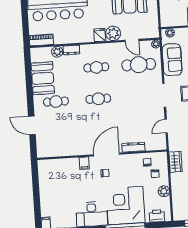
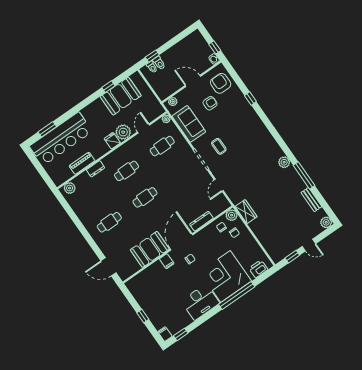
piano: (41, 40) -> (82, 163), moved
door: (132, 40) -> (143, 128), swing flipped
plant: (57, 52) -> (70, 188), moved
cafe table: (139, 65) -> (162, 146), width x0.73, depth x0.74
booth: (43, 78) -> (150, 249), moved, turned 90
door: (32, 125) -> (108, 267), moved
plant: (164, 191) -> (232, 215), moved
window: (37, 197) -> (143, 316), added

